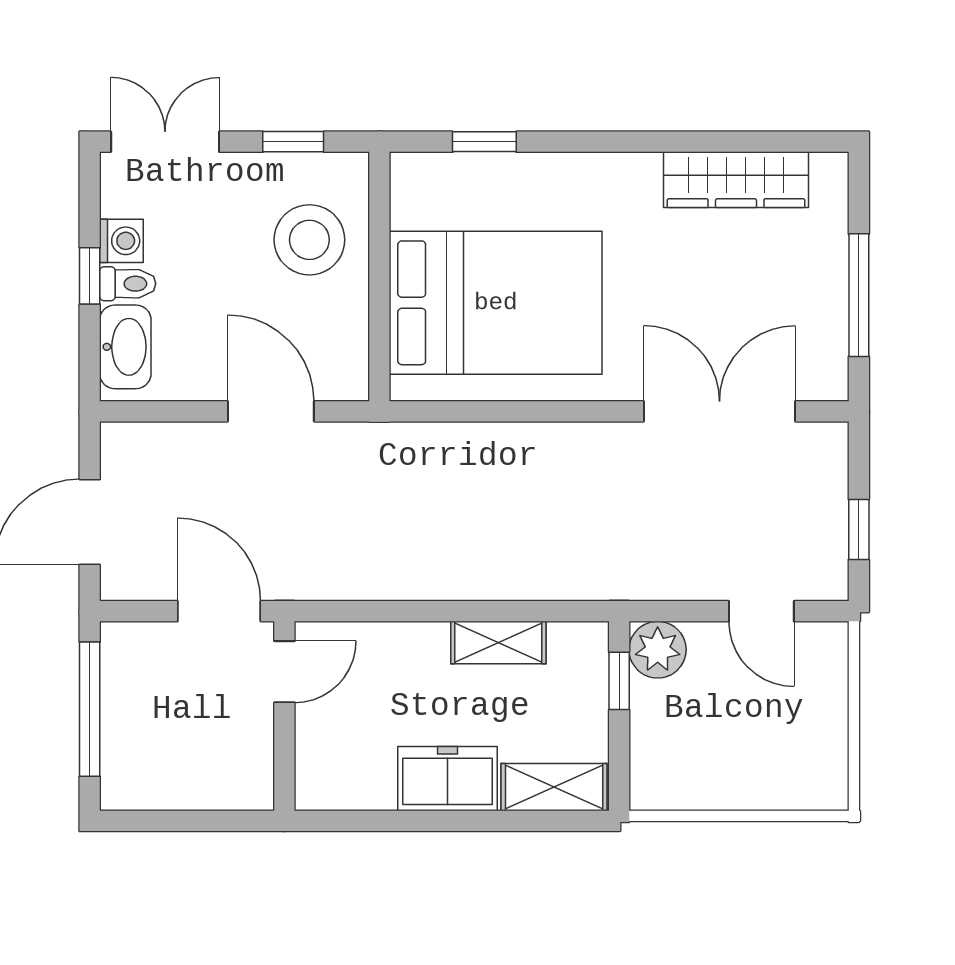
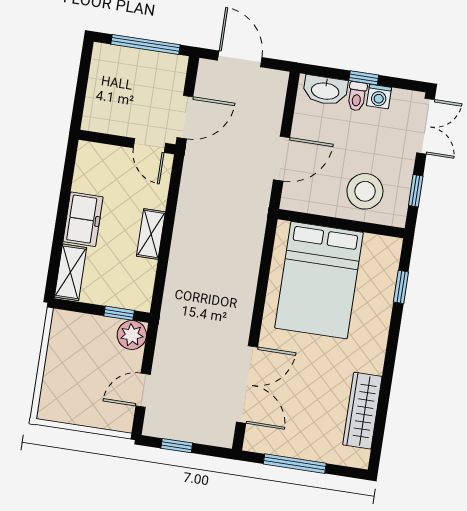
shelving: (498, 643) -> (151, 234), moved

